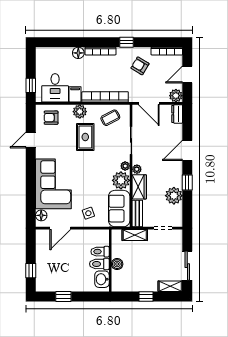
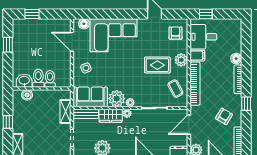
boiler: (117, 264) -> (27, 95), moved

